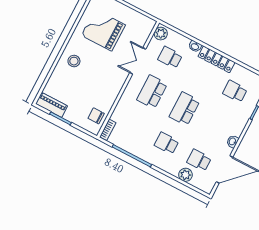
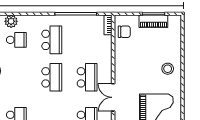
double door: (138, 61) -> (113, 97), swing flipped
piano: (52, 105) -> (153, 21), moved
school desk: (167, 143) -> (52, 40), width x1.85
plant: (185, 175) -> (11, 21), moved

